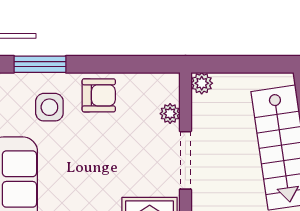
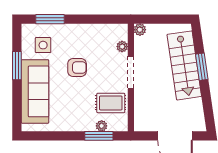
armchair: (99, 95) -> (77, 68), moved
side table: (49, 107) -> (43, 45), moved

